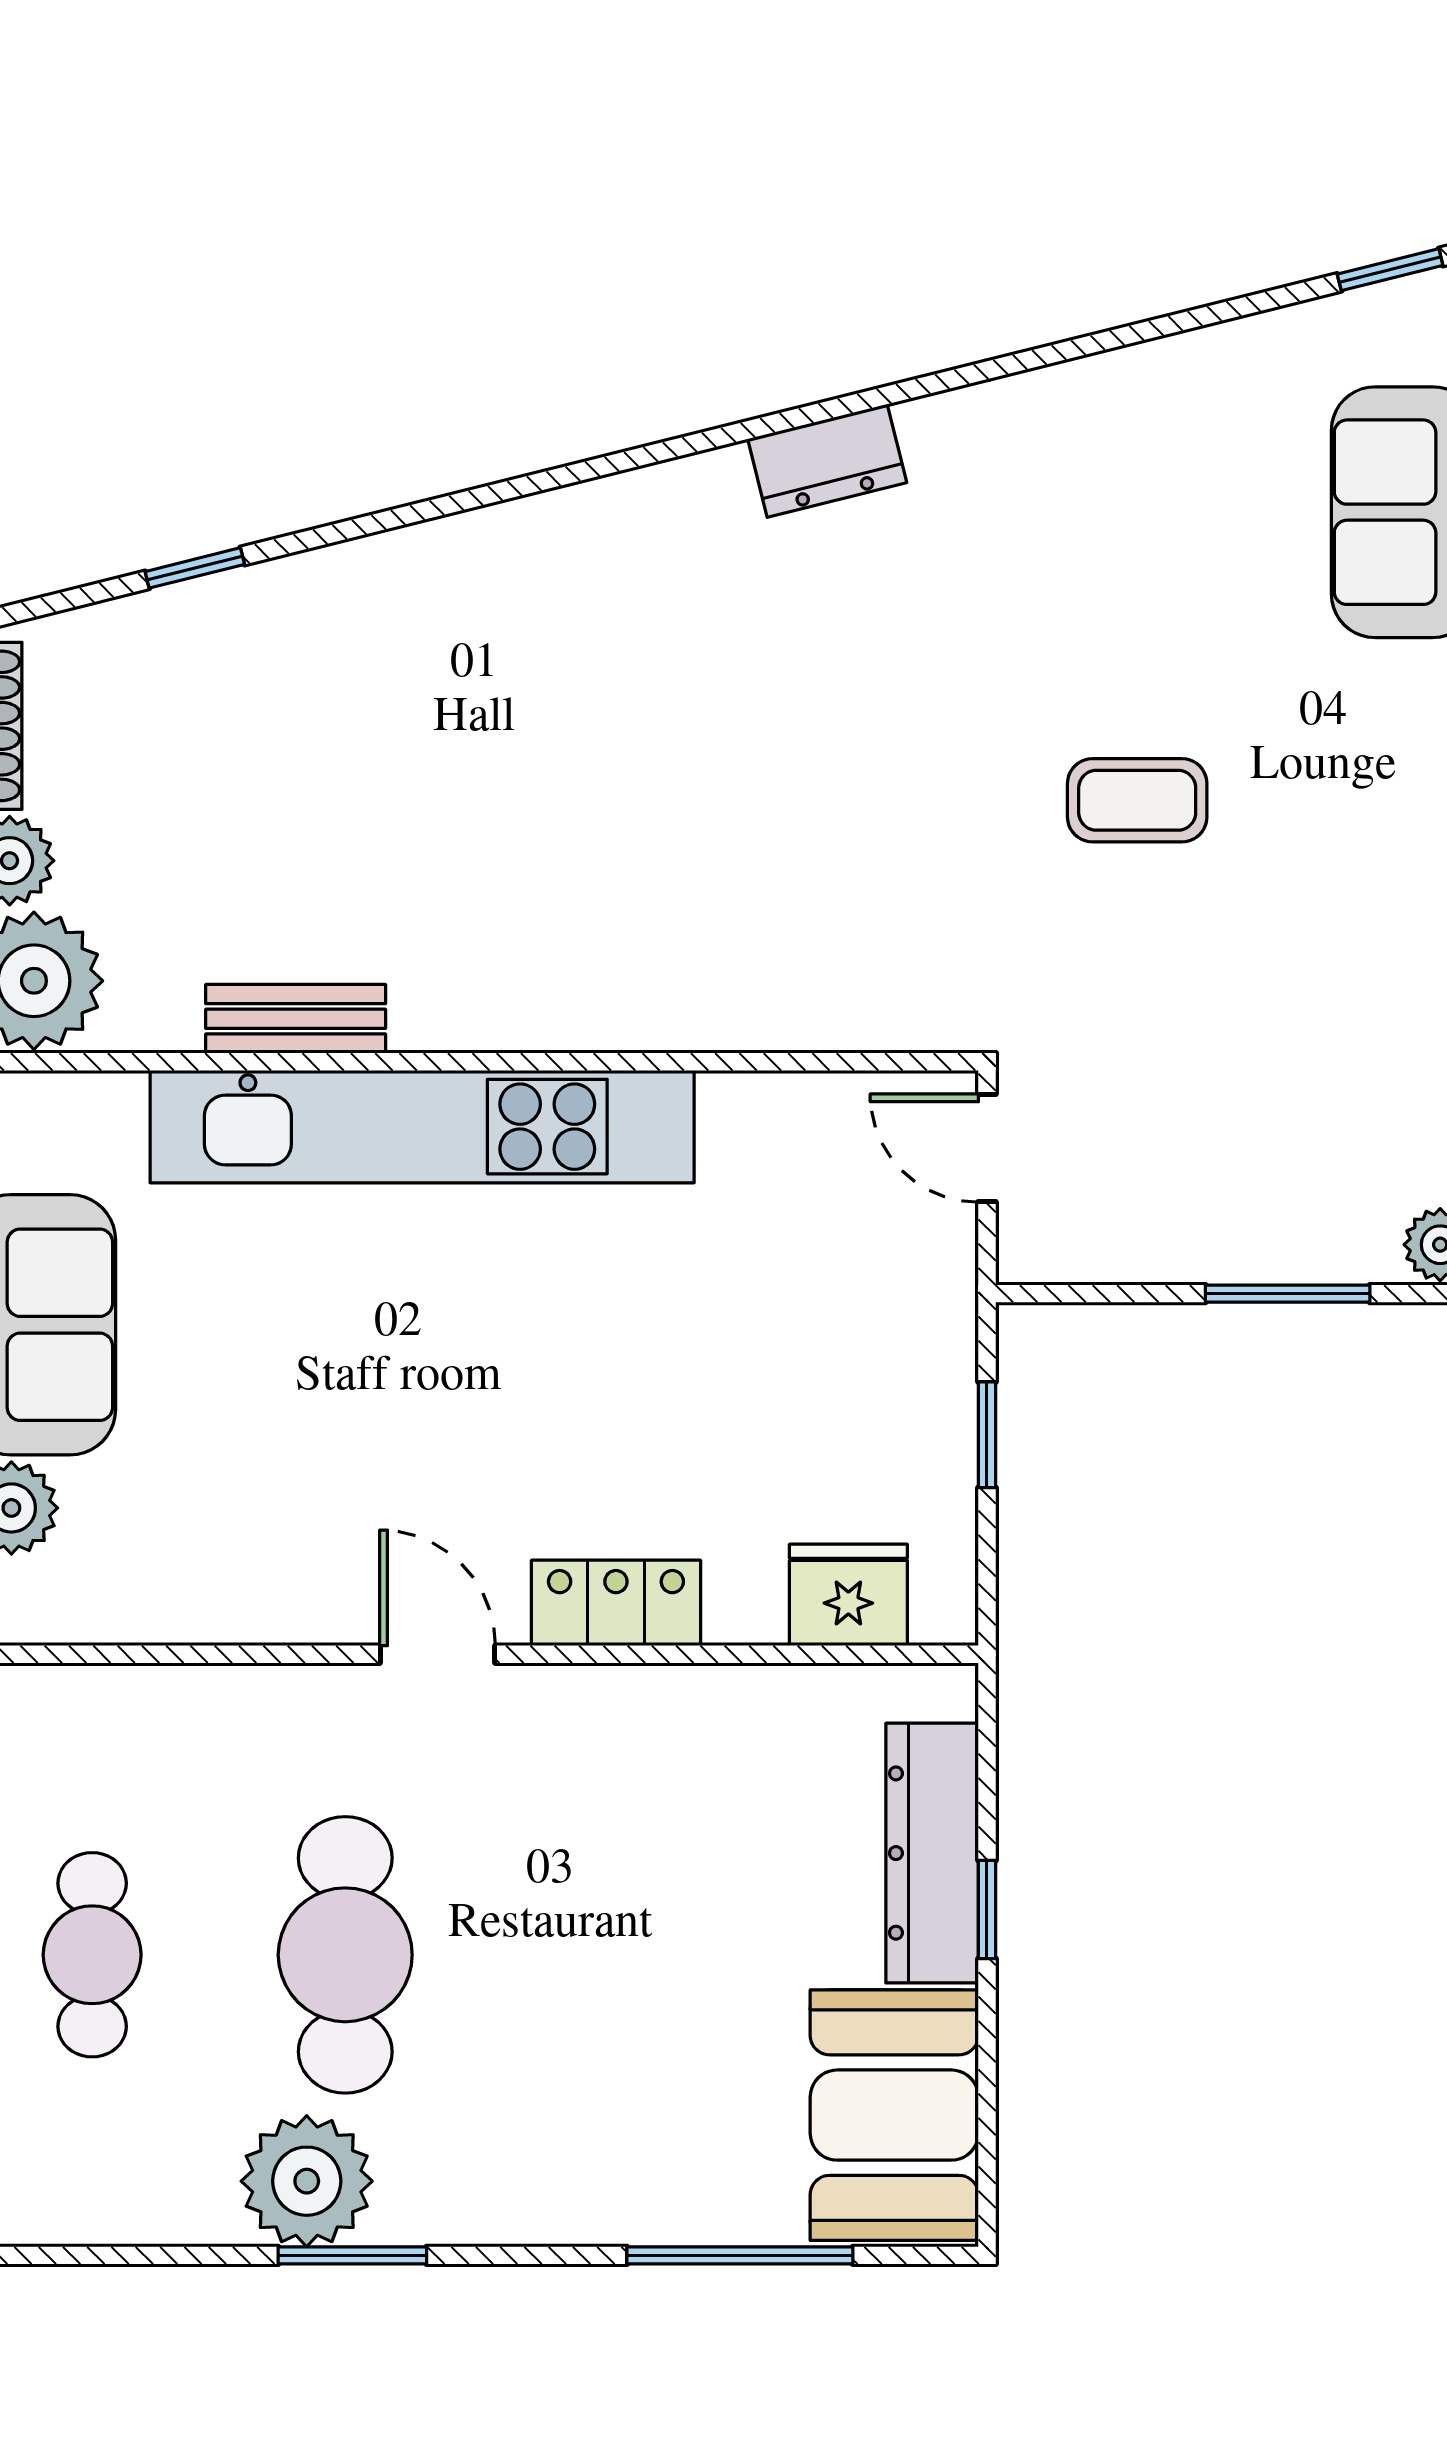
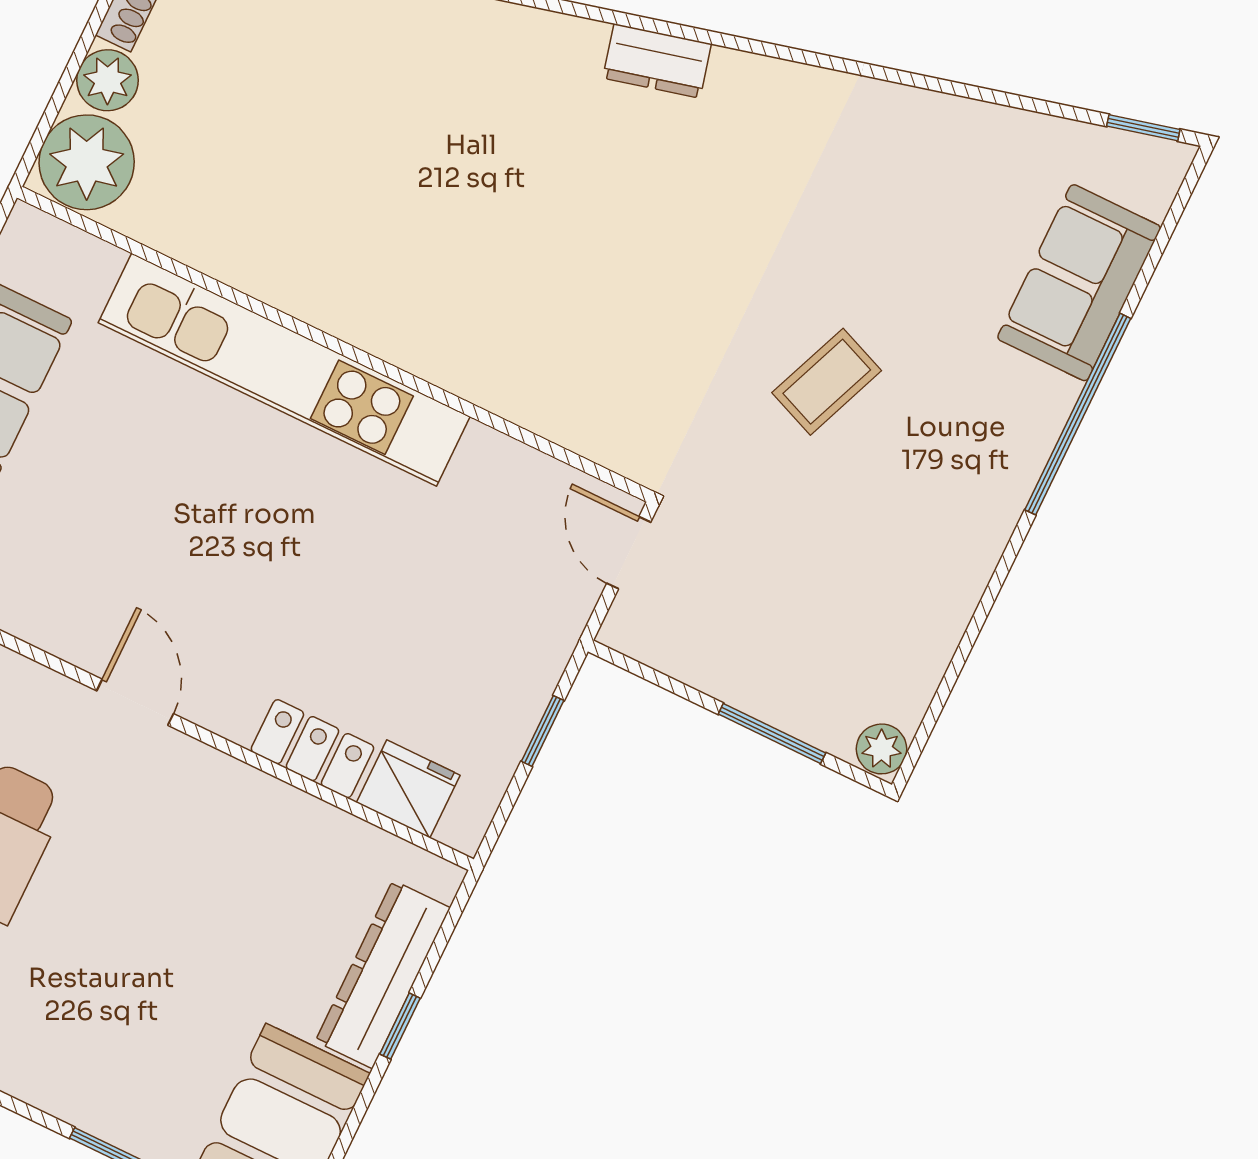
dresser: (827, 461) -> (657, 61), moved
coffee table: (1137, 800) -> (827, 382), turned -68
bench: (296, 1019) -> (238, 265), removed
locker: (616, 1603) -> (312, 749), moved

